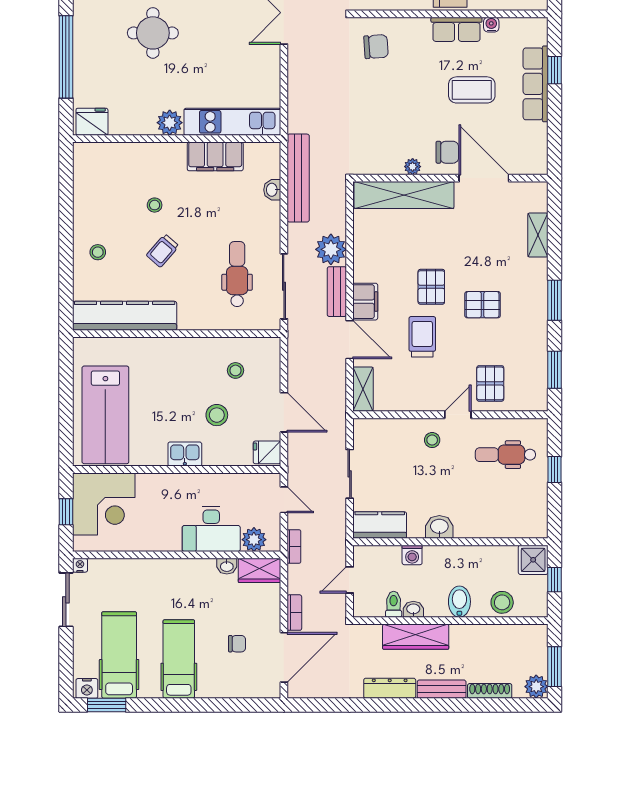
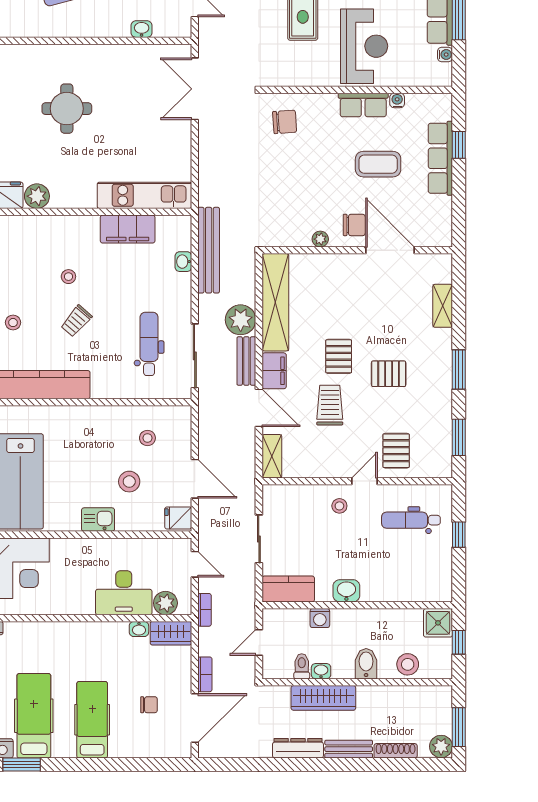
plant: (170, 123) -> (37, 196), moved
shelving: (404, 195) -> (275, 302), moved, turned 90

